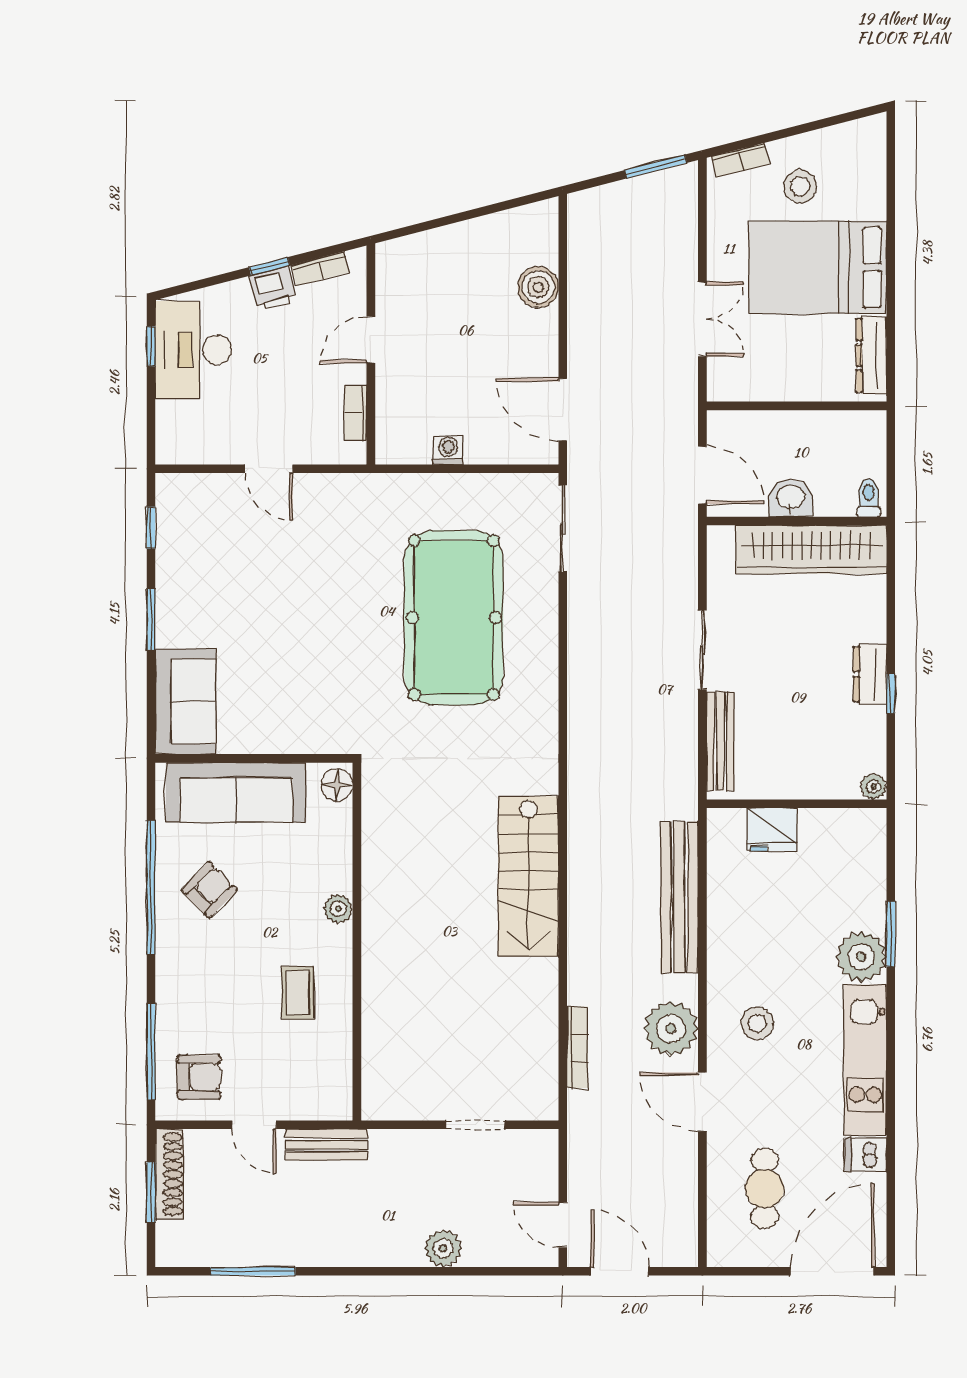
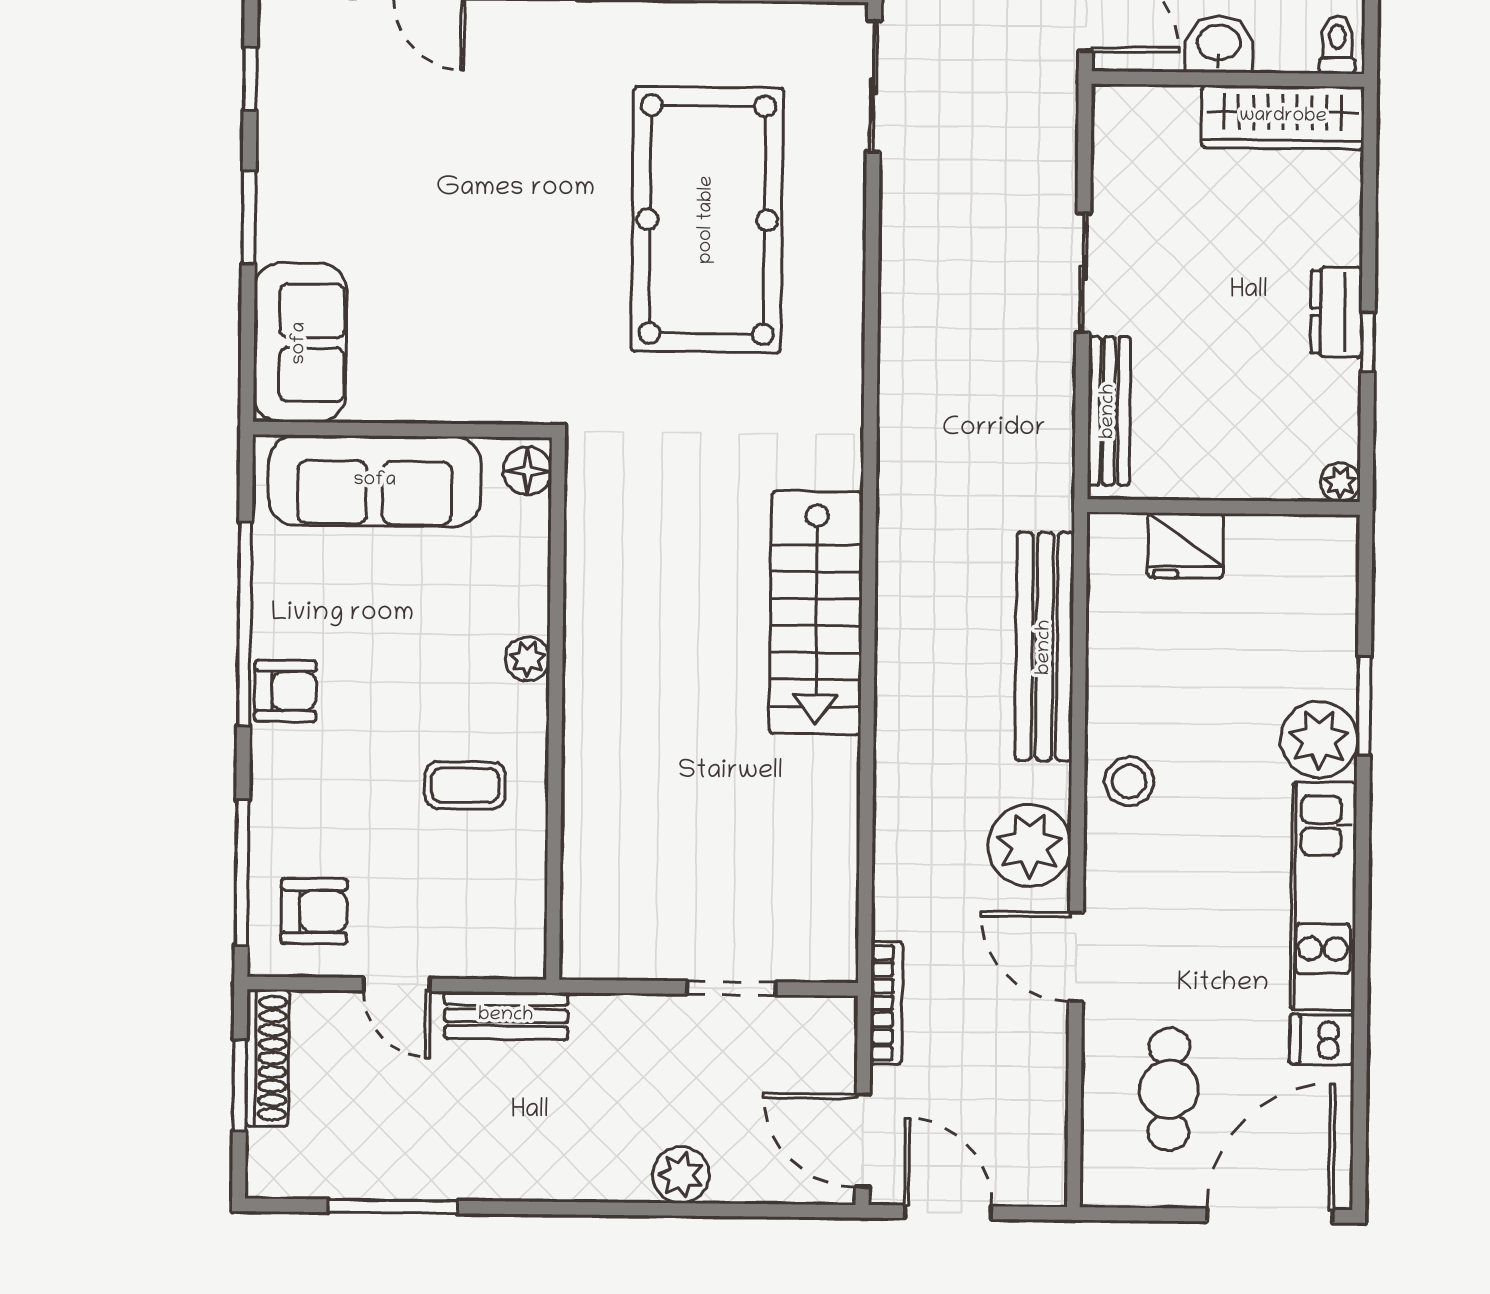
wardrobe: (811, 550) -> (1283, 117), width x0.71, depth x0.85
armchair: (209, 890) -> (285, 691), moved, turned 45
coffee table: (298, 993) -> (465, 785), turned 90
stool: (757, 1023) -> (1129, 781), moved
bookcase: (577, 1047) -> (886, 1003), moved
door: (563, 1225) -> (863, 1141), width x1.38

